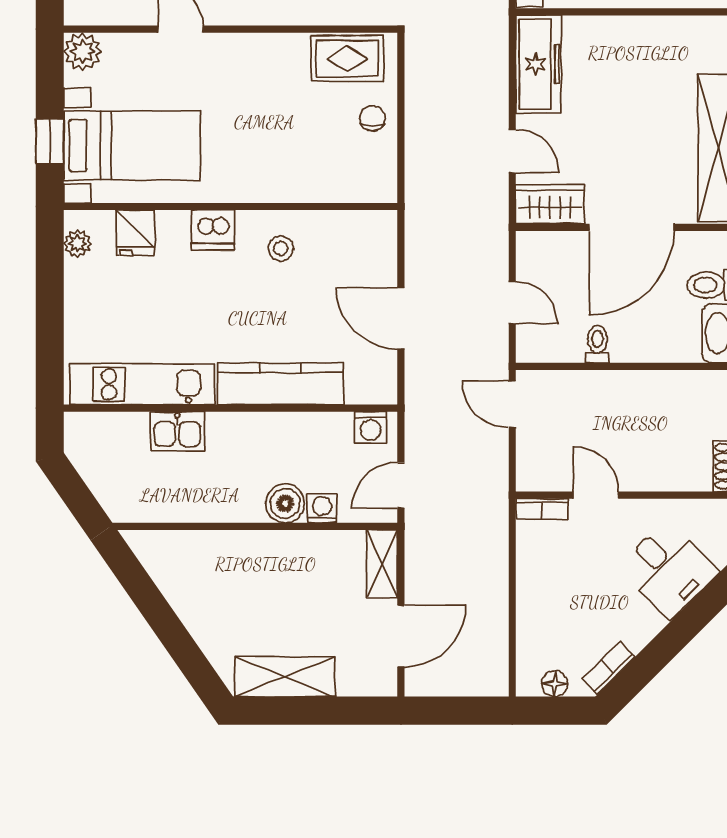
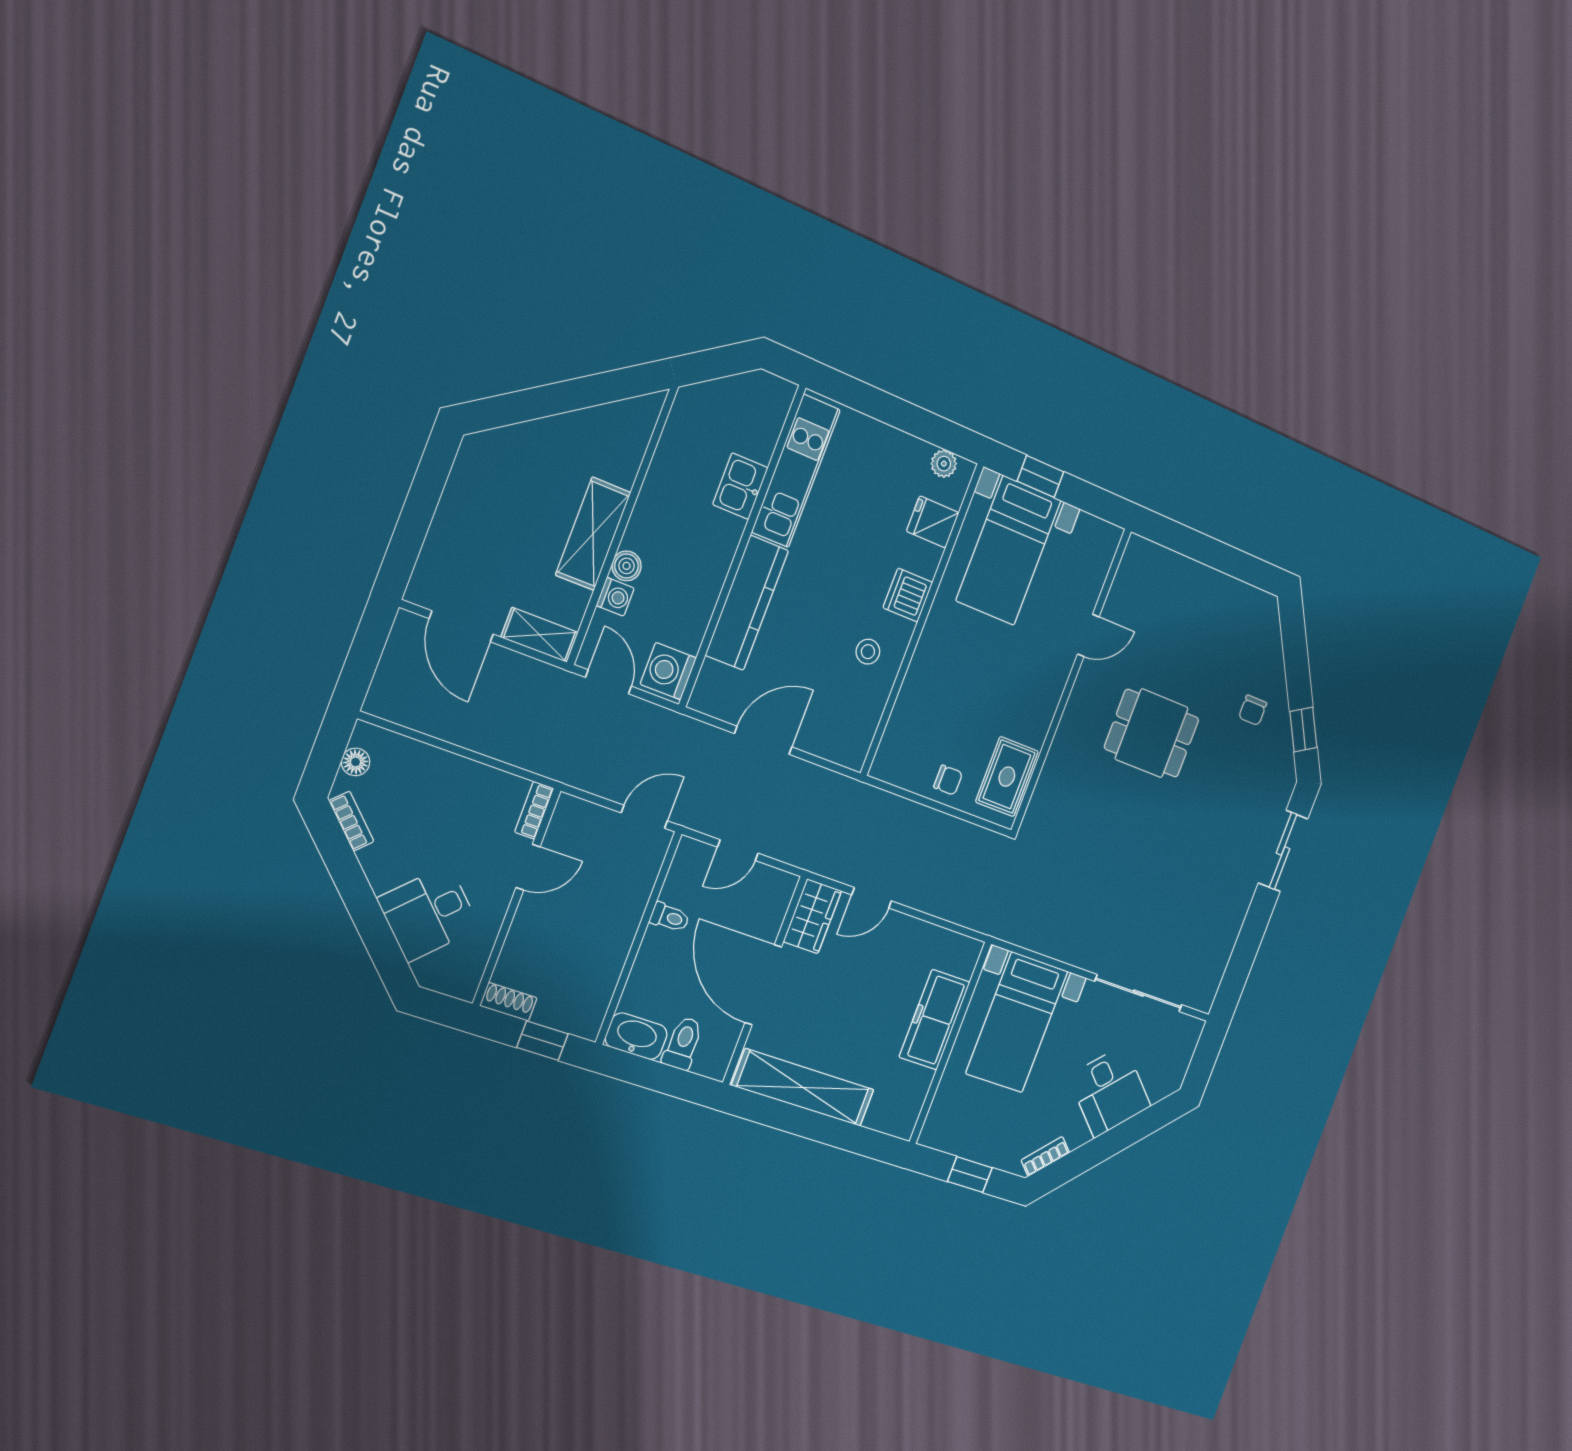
plant: (83, 52) -> (1103, 539), removed
freezer: (538, 64) -> (935, 1020), moved, turned 90
washing machine: (371, 428) -> (668, 671), width x1.38, depth x1.38
boiler: (285, 503) -> (627, 566), width x0.73, depth x0.73
shelving: (285, 677) -> (593, 534), moved

